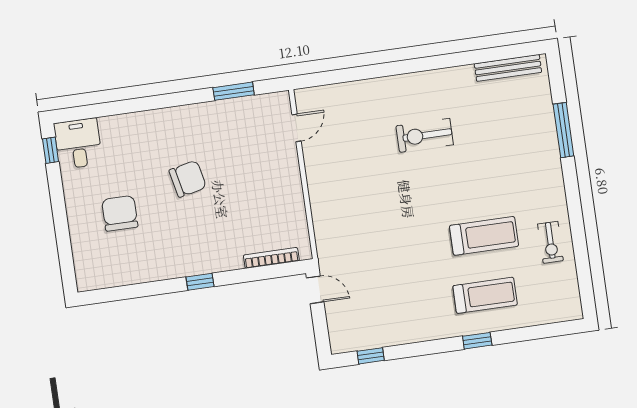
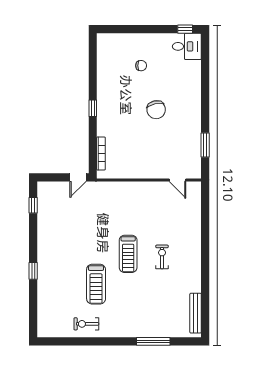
exercise bike: (425, 135) -> (162, 257), width x0.73, depth x0.72
chair: (120, 213) -> (141, 66), width x0.54, depth x0.54
treadmill: (485, 295) -> (128, 254), moved

